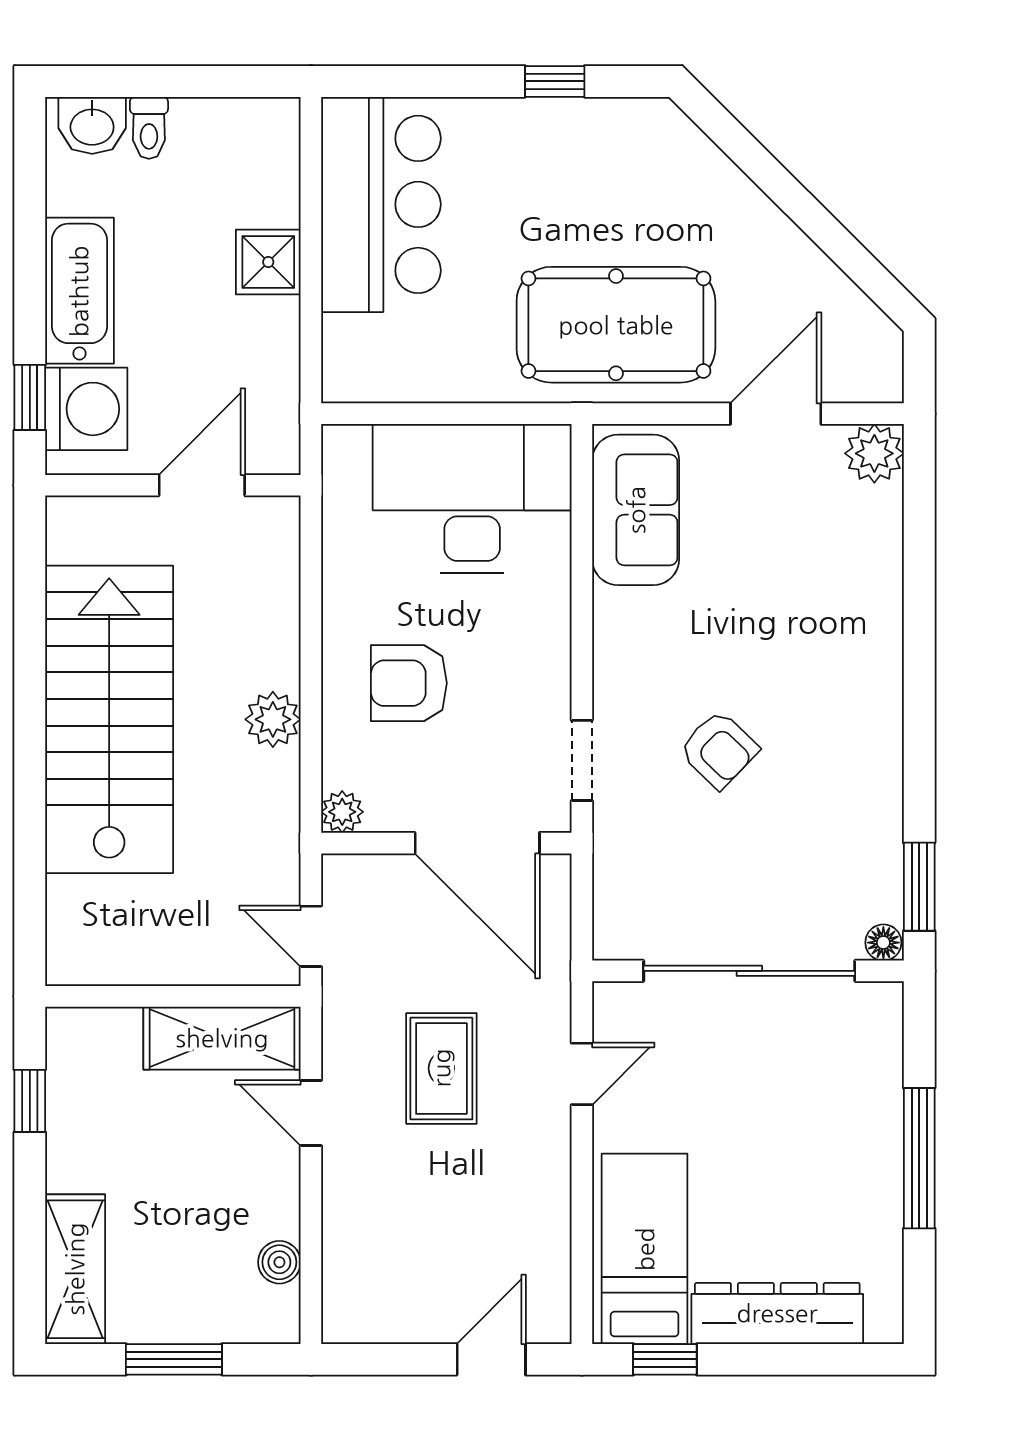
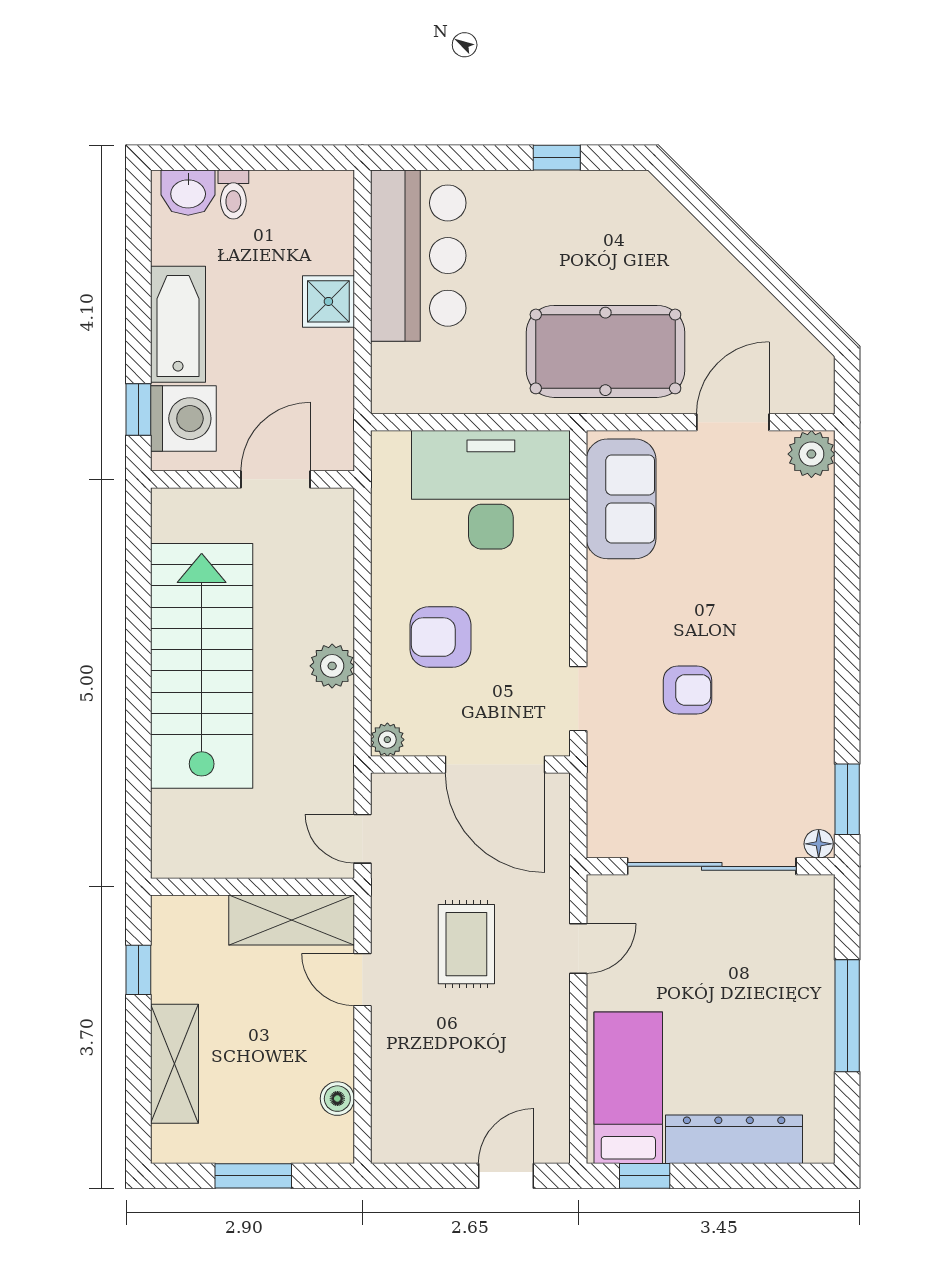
armchair: (719, 750) -> (687, 690), turned -44
shelving: (75, 1269) -> (174, 1064), moved

